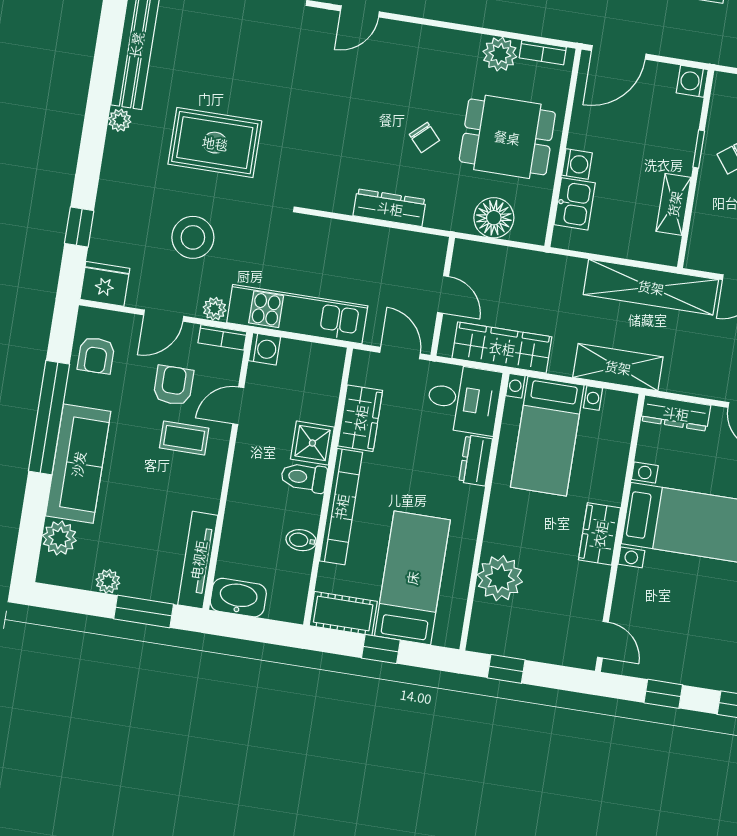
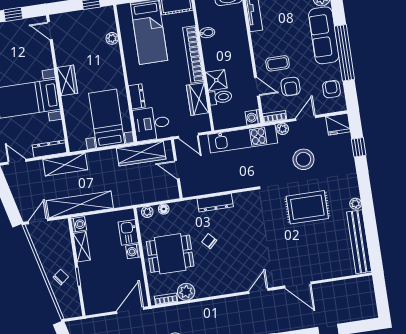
washing machine: (692, 81) -> (79, 224), moved
floor lamp: (494, 218) -> (164, 209), width x0.53, depth x0.53
plant: (526, 232) -> (147, 212), added
shelving: (618, 367) -> (65, 165), moved
door: (238, 406) -> (257, 87), hinge flipped
toilet: (304, 477) -> (220, 97), moved
plant: (500, 578) -> (112, 38), width x0.53, depth x0.53

